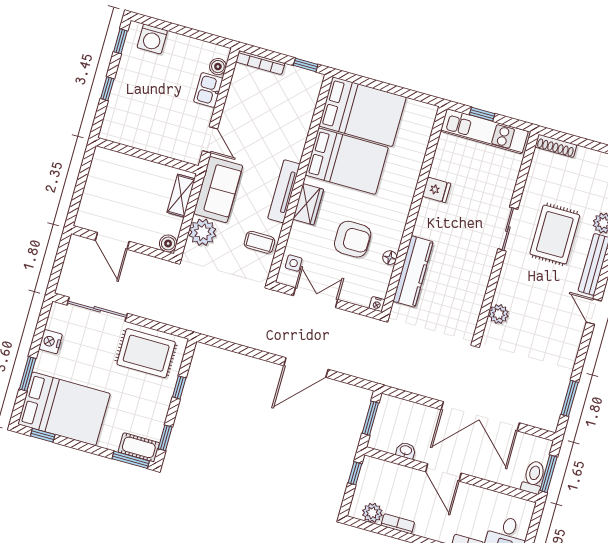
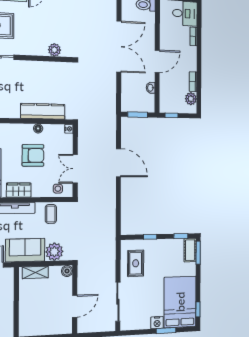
armchair: (353, 239) -> (33, 155), turned 90
nightstand: (51, 342) -> (157, 323), moved
rug: (146, 353) -> (136, 263), width x0.73, depth x0.70

